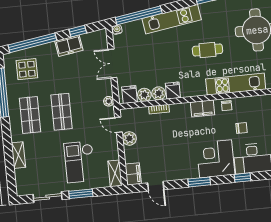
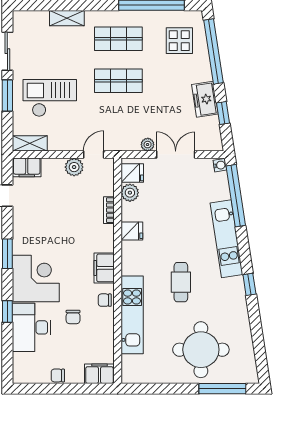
plant: (159, 93) -> (130, 212), removed
plant: (109, 101) -> (148, 145), moved

